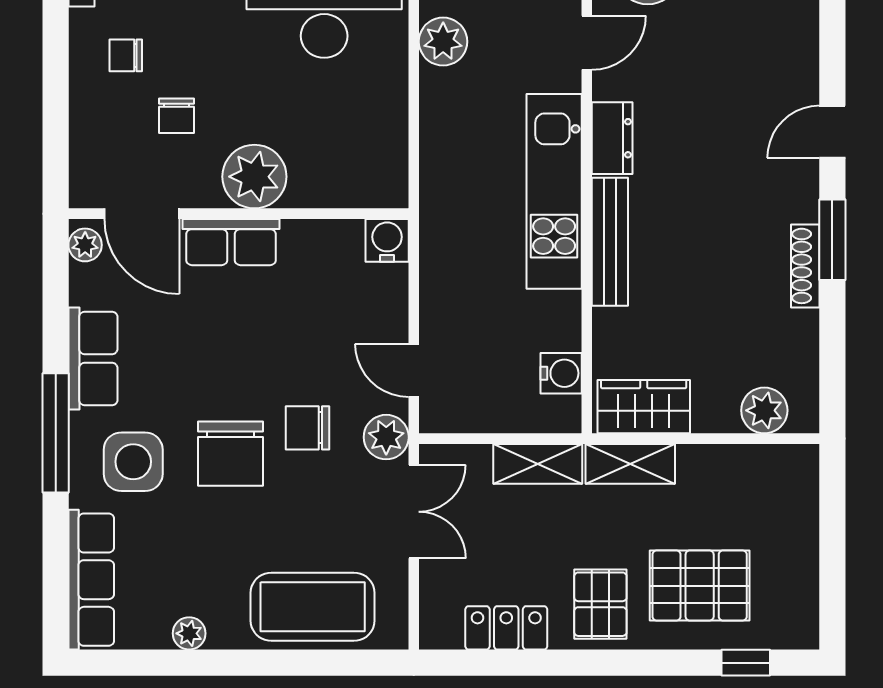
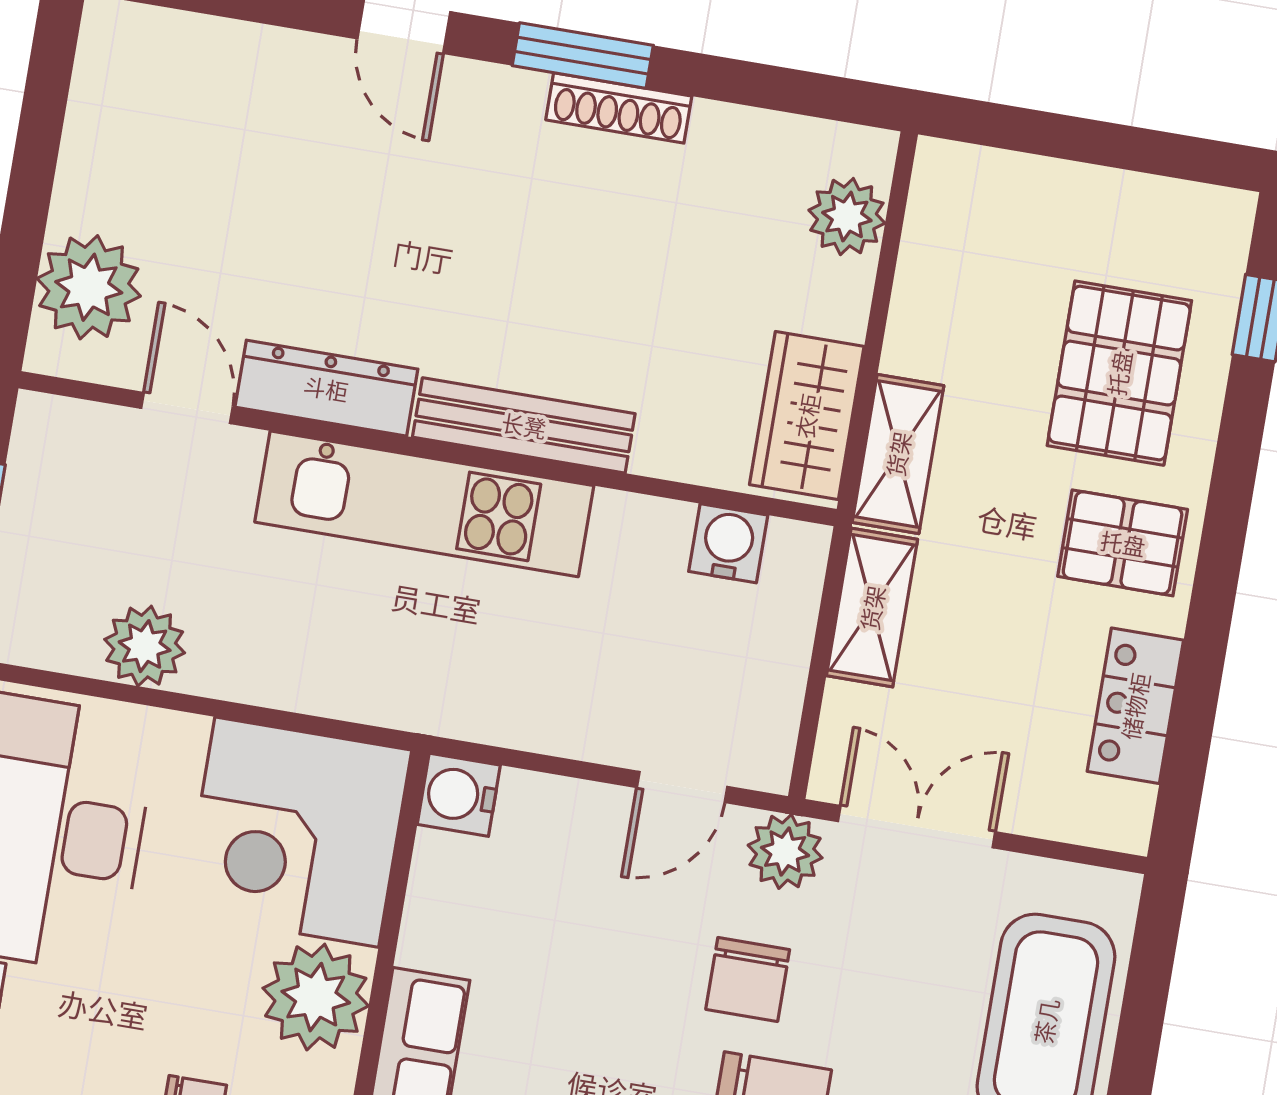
dresser: (612, 138) -> (326, 388), width x1.44
corner desk: (349, 149) -> (297, 832), added

